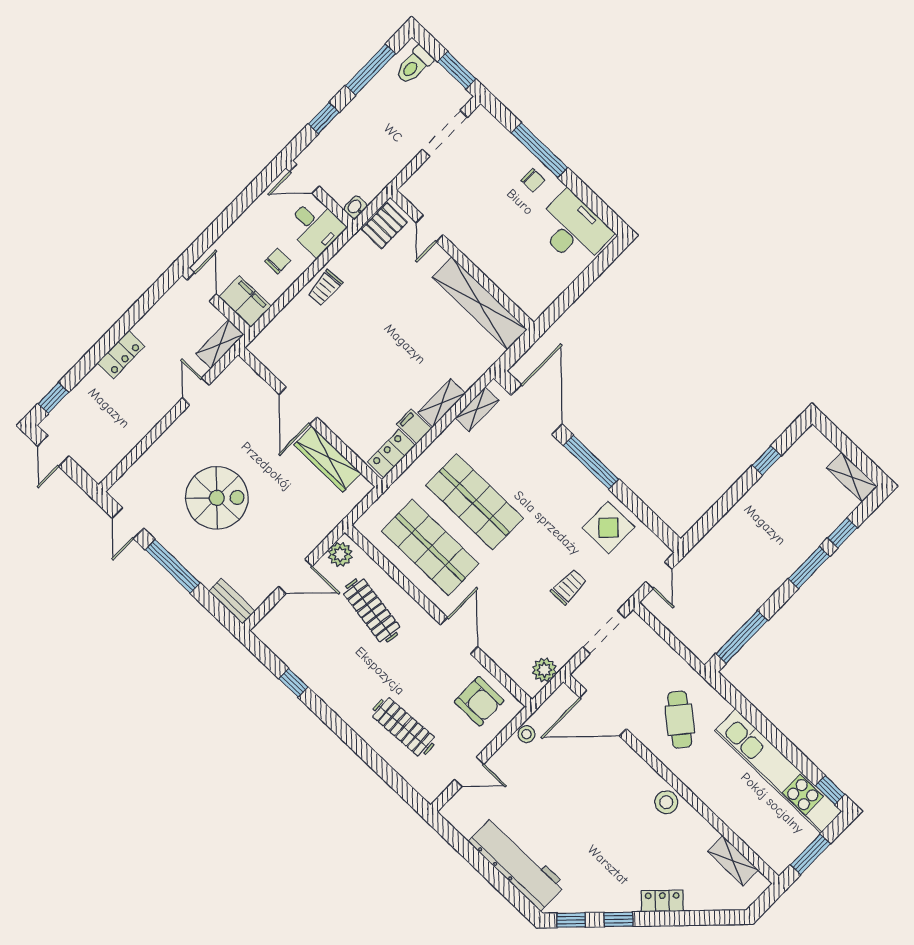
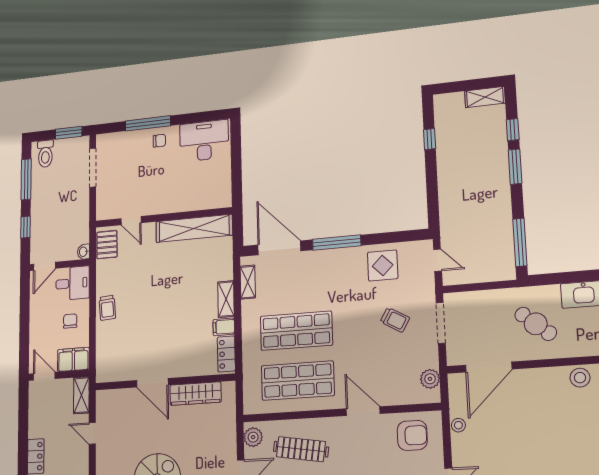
trolley: (569, 587) -> (395, 320), turned 120

